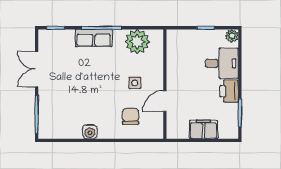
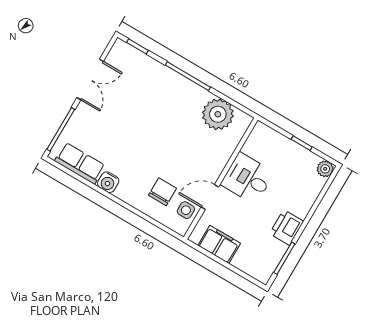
row of seats: (94, 38) -> (80, 163), moved, turned 180
desk: (222, 63) -> (247, 178), moved, turned 180
double door: (37, 69) -> (90, 80), swing flipped
side table: (135, 83) -> (186, 210), moved
filing cabinet: (203, 129) -> (219, 244), moved

